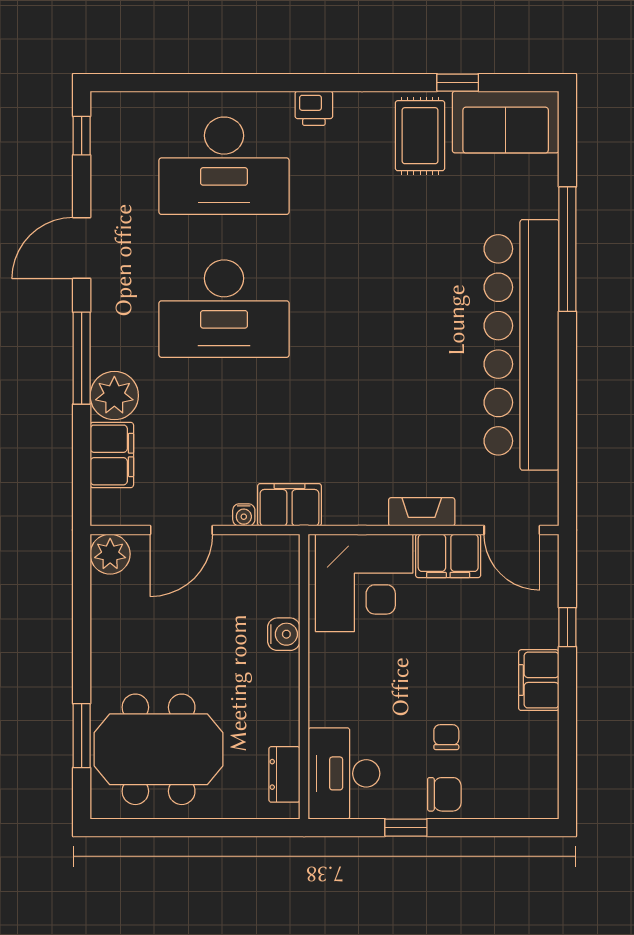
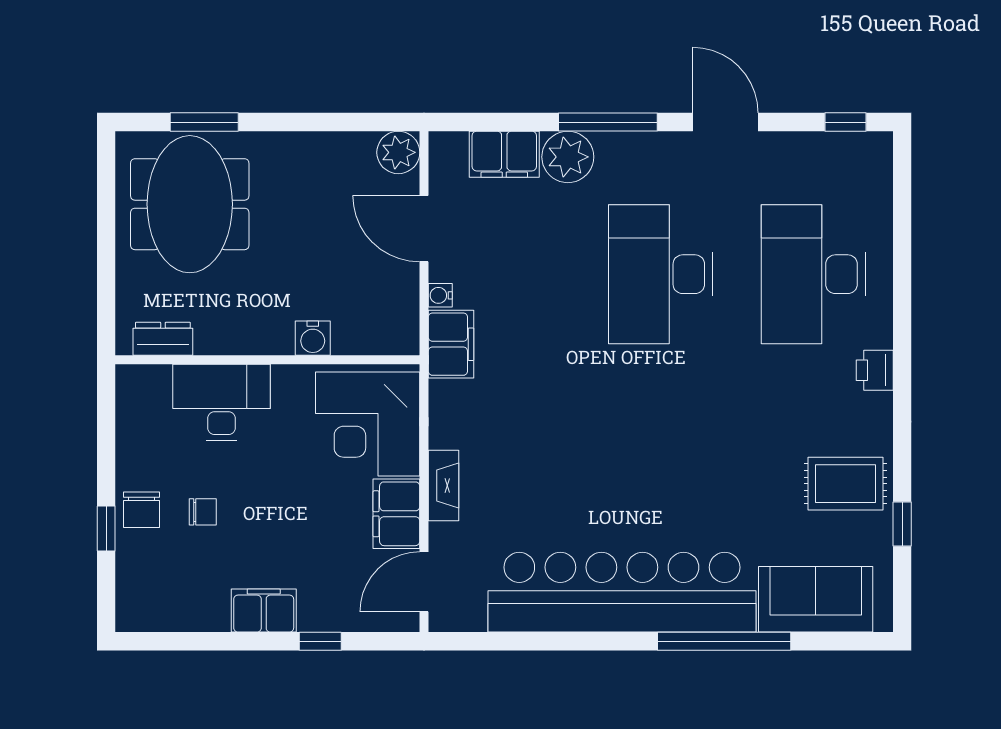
sofa: (506, 122) -> (816, 599), moved, turned 90
desk: (344, 773) -> (222, 402), moved
window: (406, 828) -> (106, 528), moved

